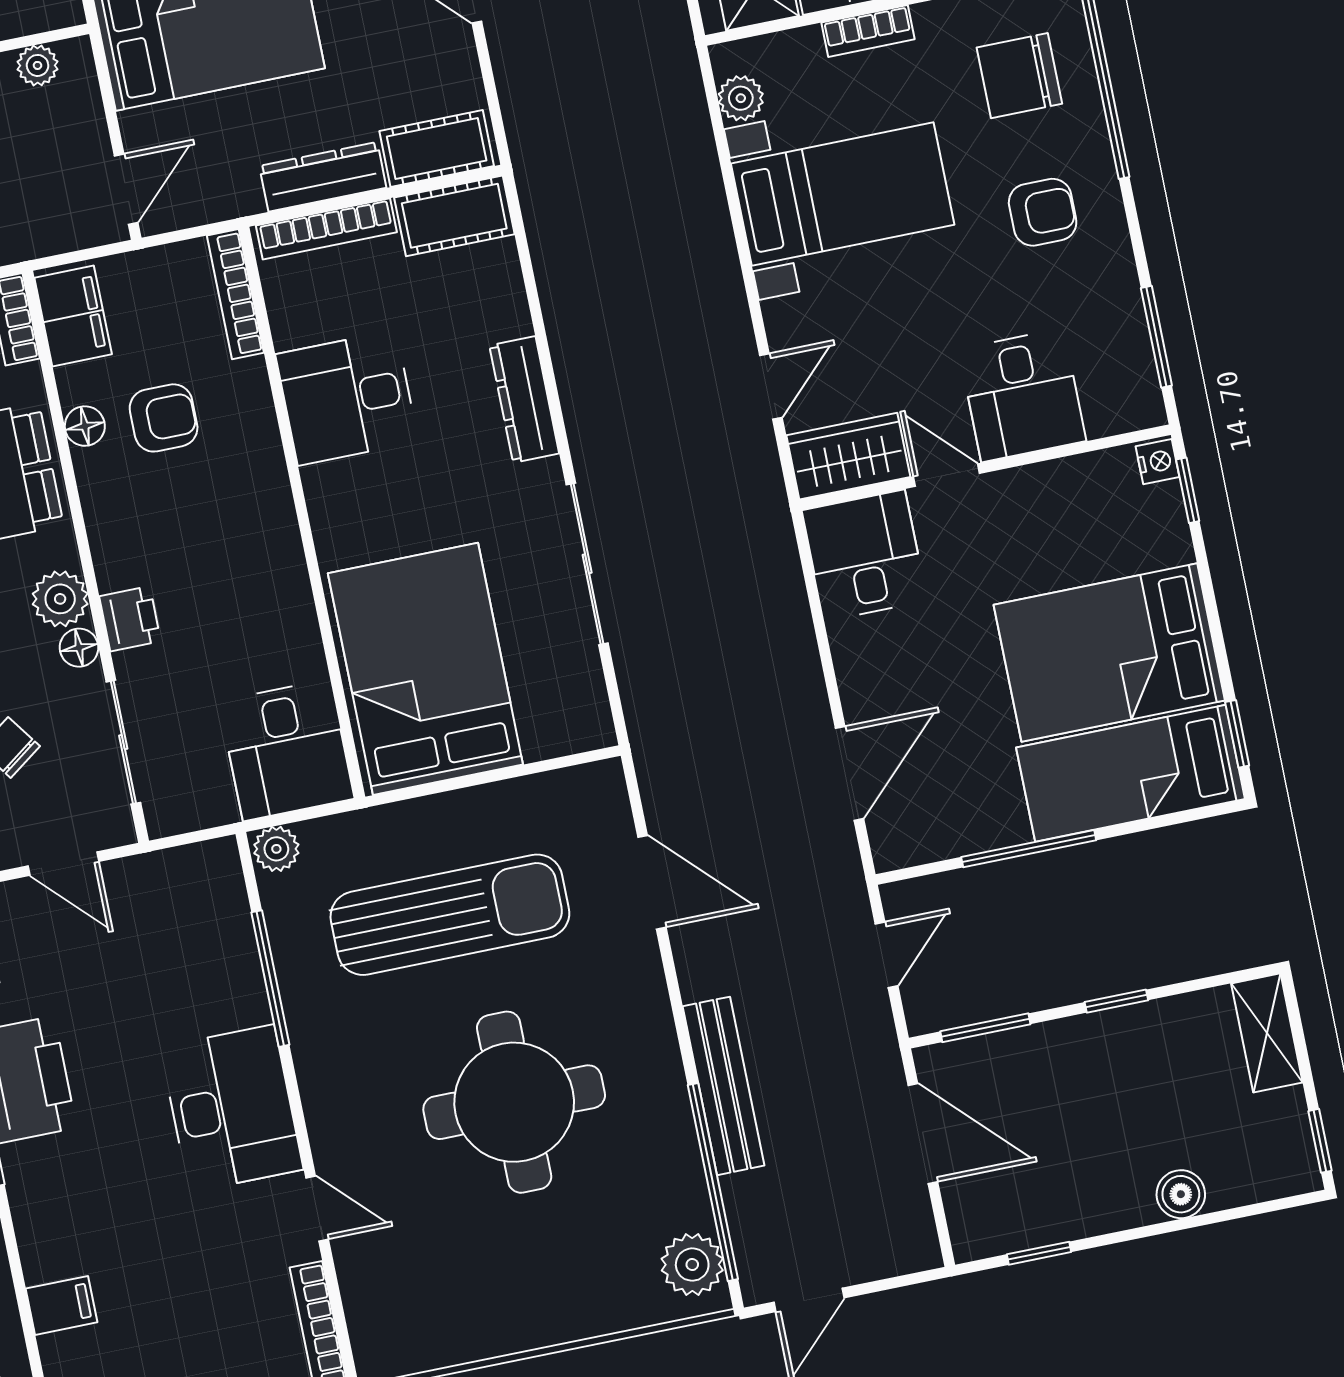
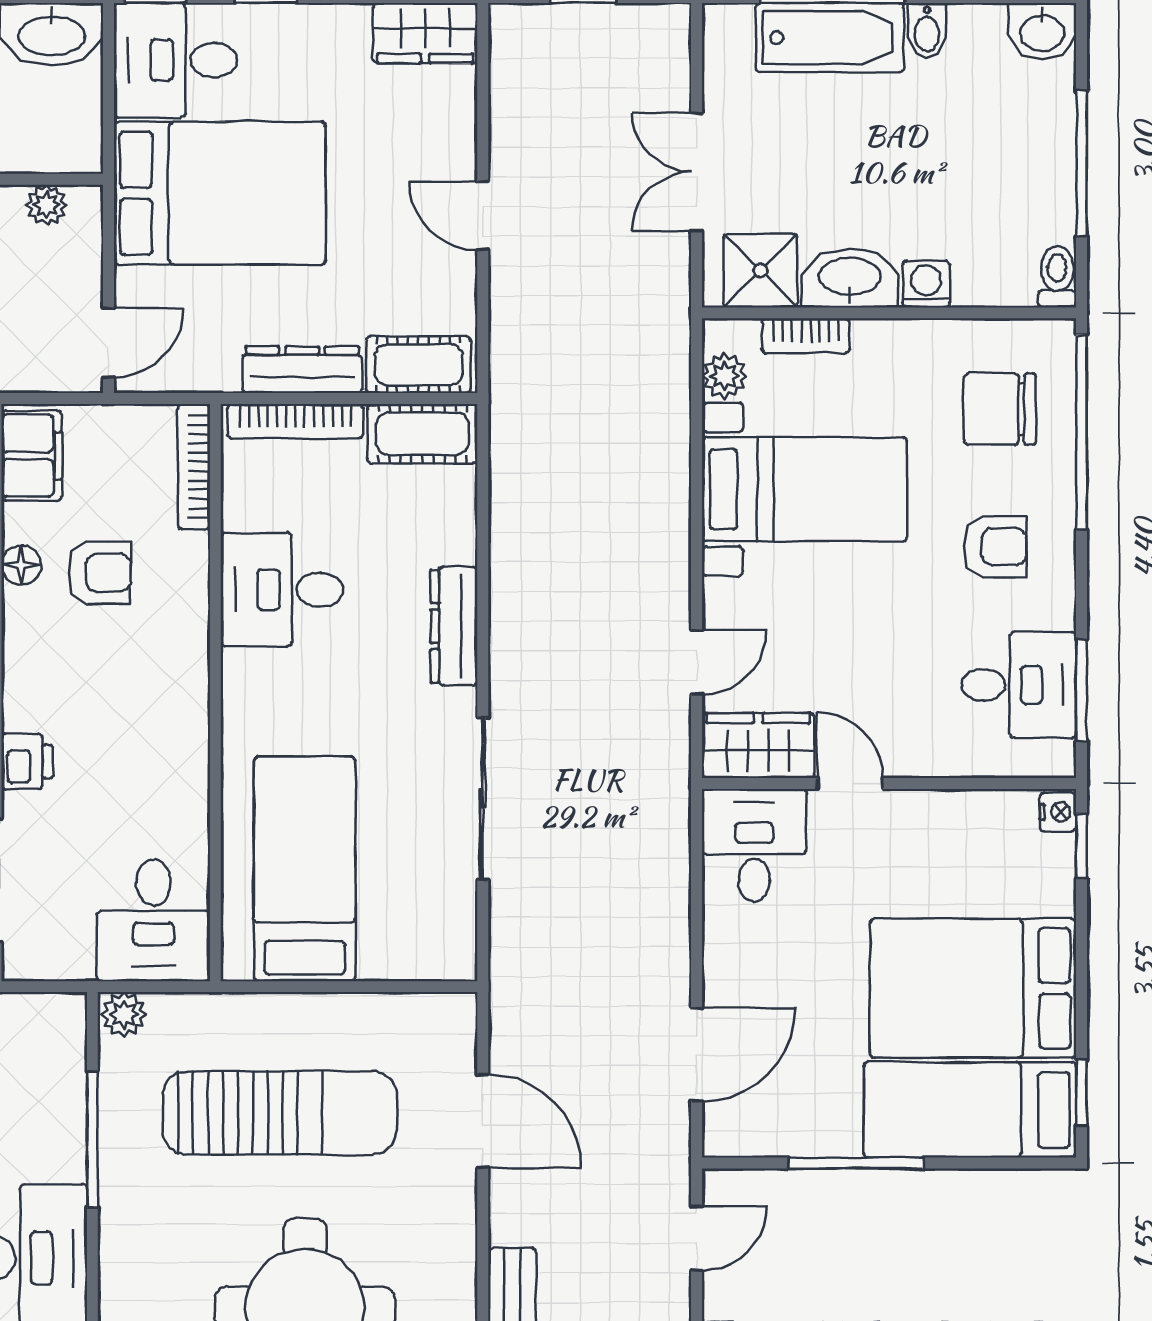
bookcase: (868, 31) -> (806, 336), moved
desk: (1022, 395) -> (1019, 685), moved, turned -90
bed: (425, 669) -> (305, 869), width x0.67

